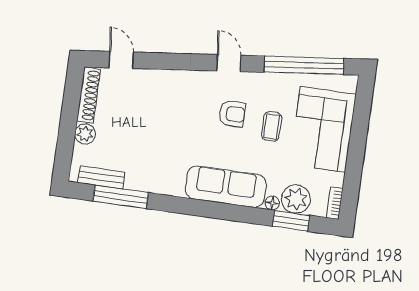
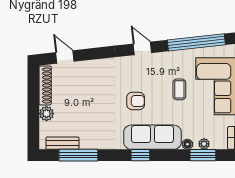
armchair: (232, 114) -> (136, 101), moved
plant: (296, 199) -> (204, 144), width x0.53, depth x0.53
window: (206, 209) -> (140, 155), added

